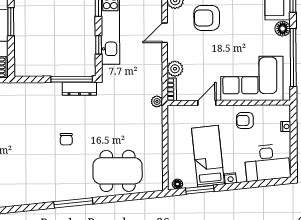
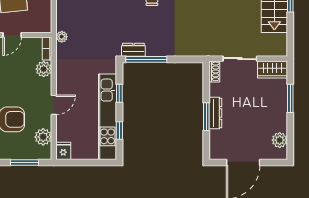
dresser: (79, 89) -> (133, 50), width x0.70

